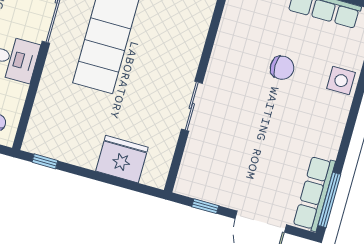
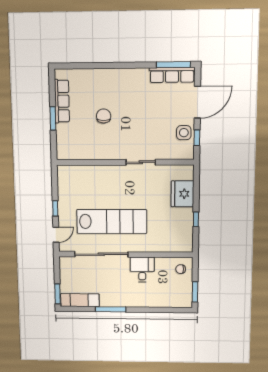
side table: (341, 81) -> (184, 133), moved
window: (45, 161) -> (196, 219), moved

